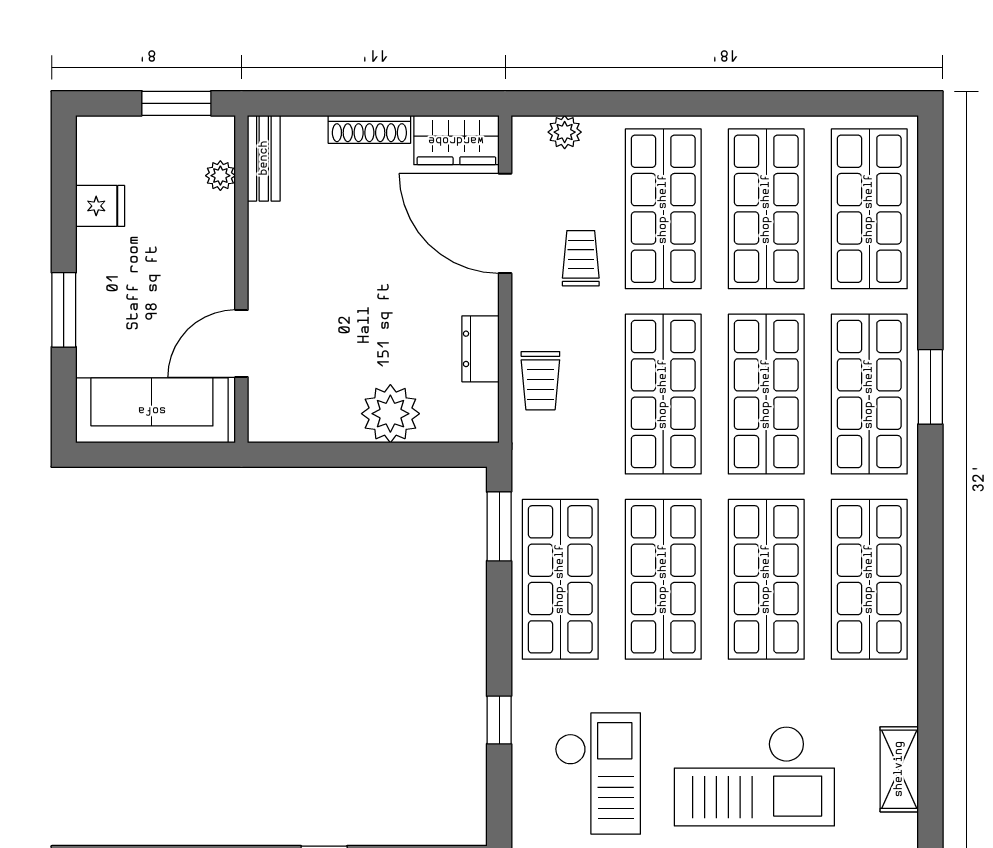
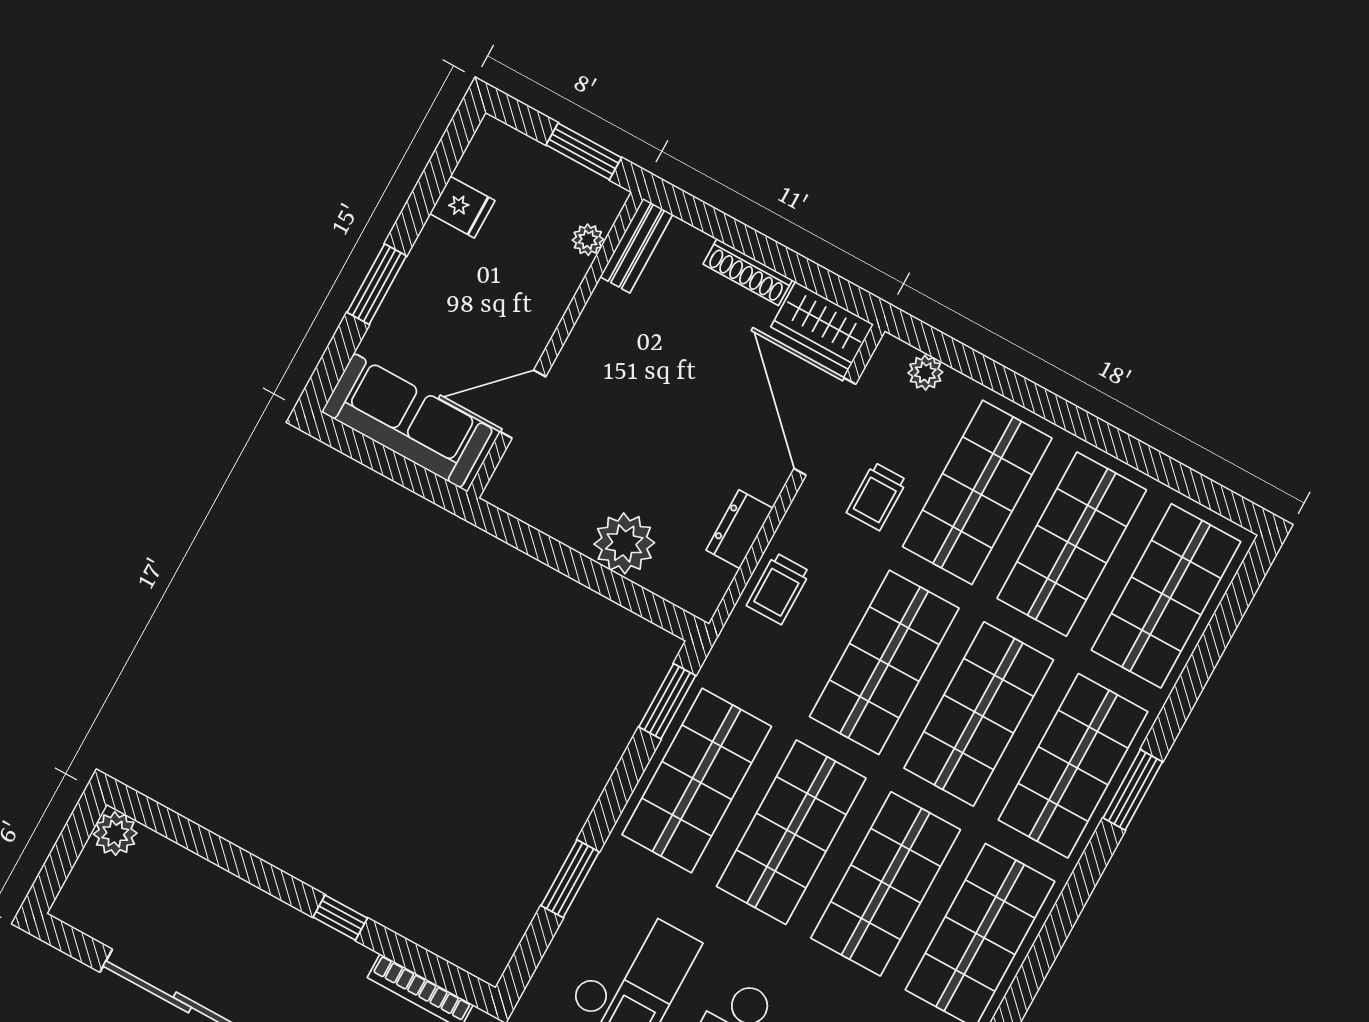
trolley: (581, 258) -> (877, 496), turned 180
window: (499, 720) -> (570, 879), width x1.50

